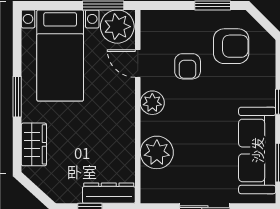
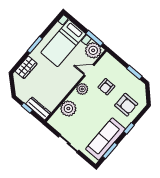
armchair: (231, 46) -> (126, 105), moved
door: (138, 64) -> (89, 70), hinge flipped

